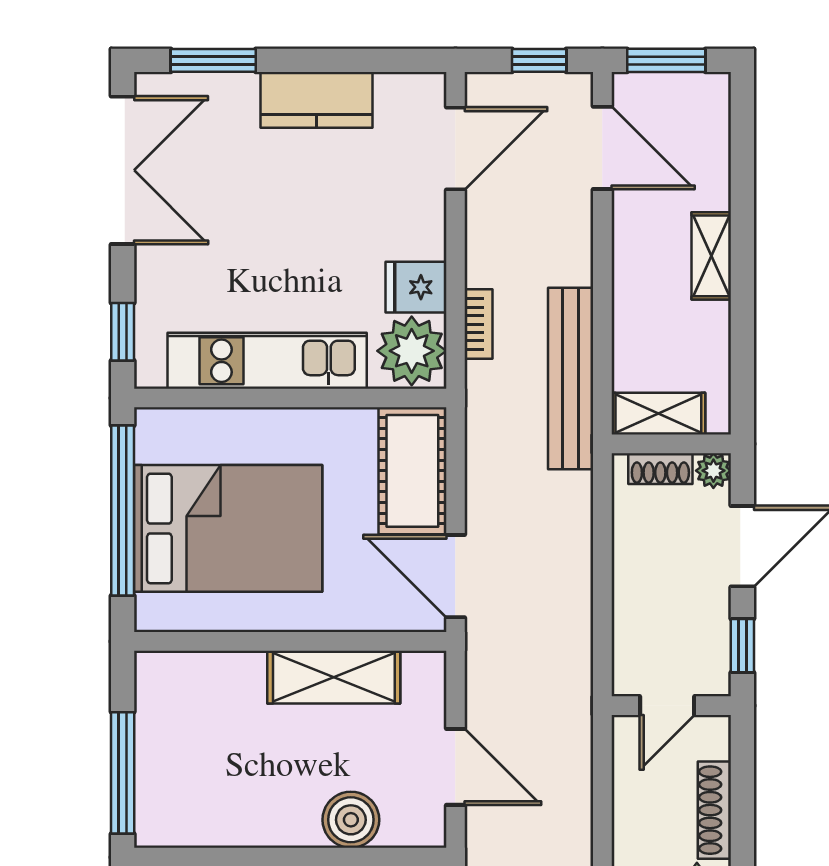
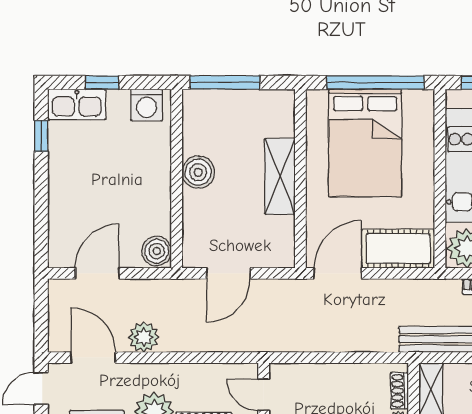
shelving: (334, 677) -> (280, 176), moved
boiler: (351, 820) -> (198, 172), moved

